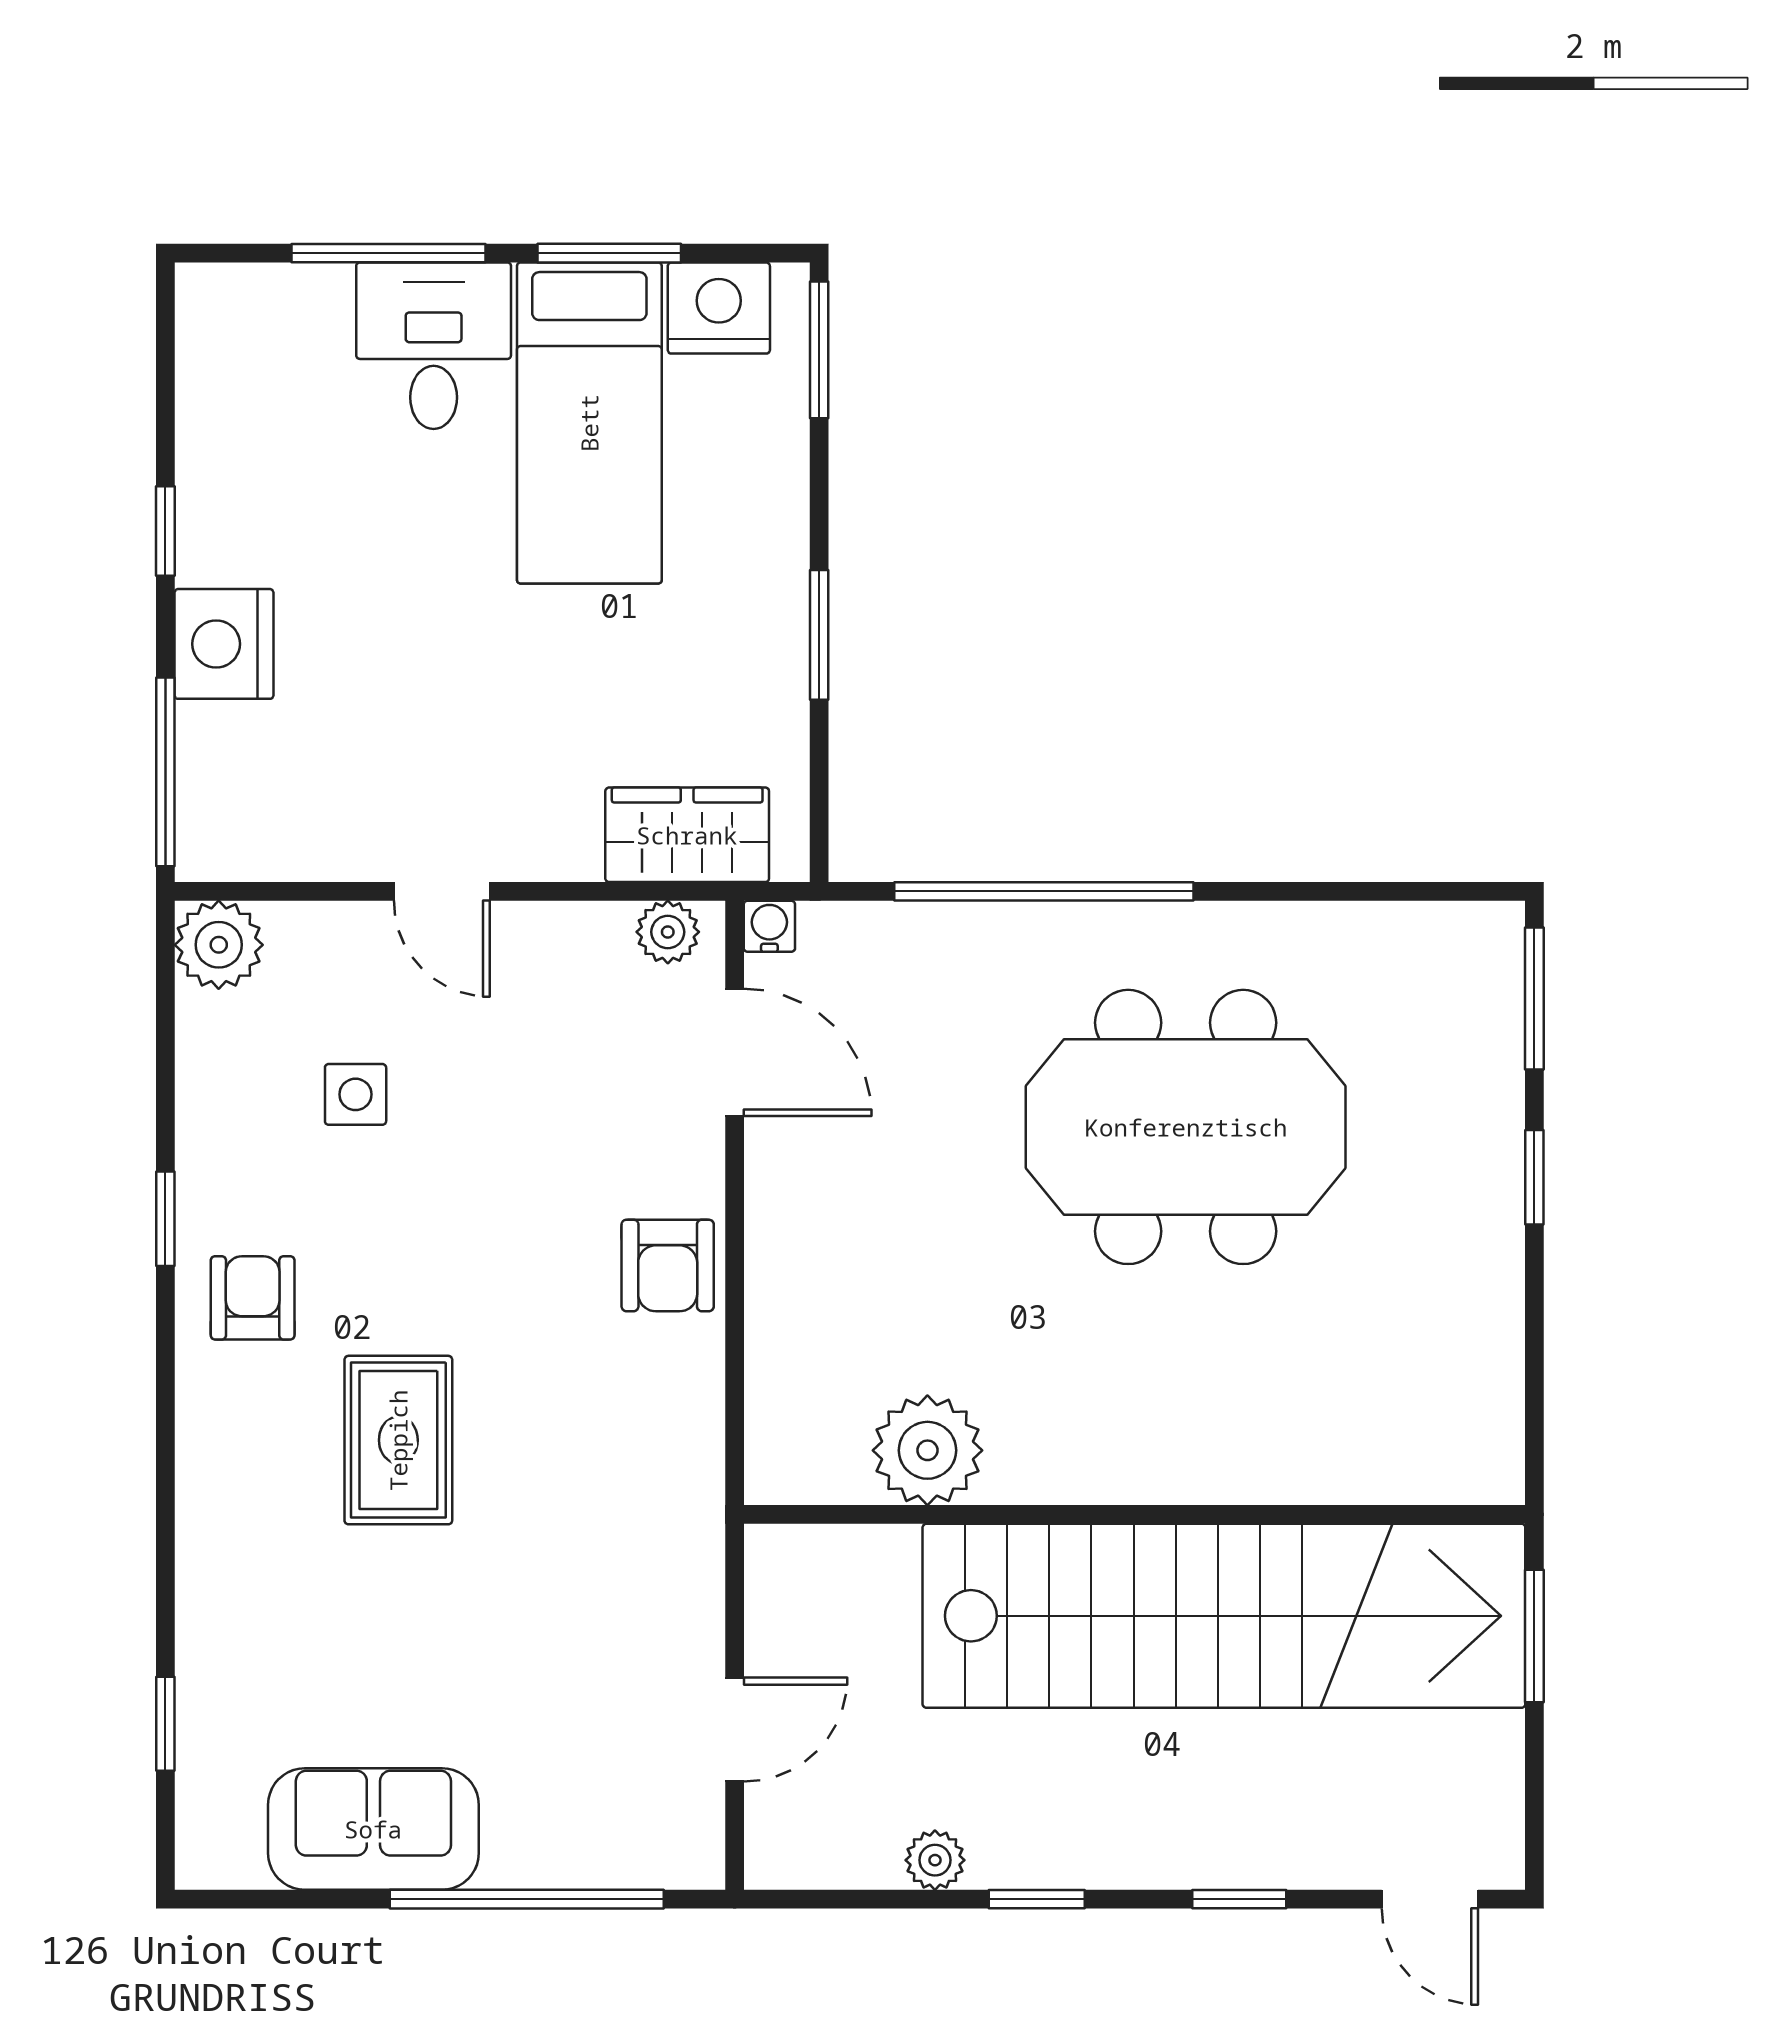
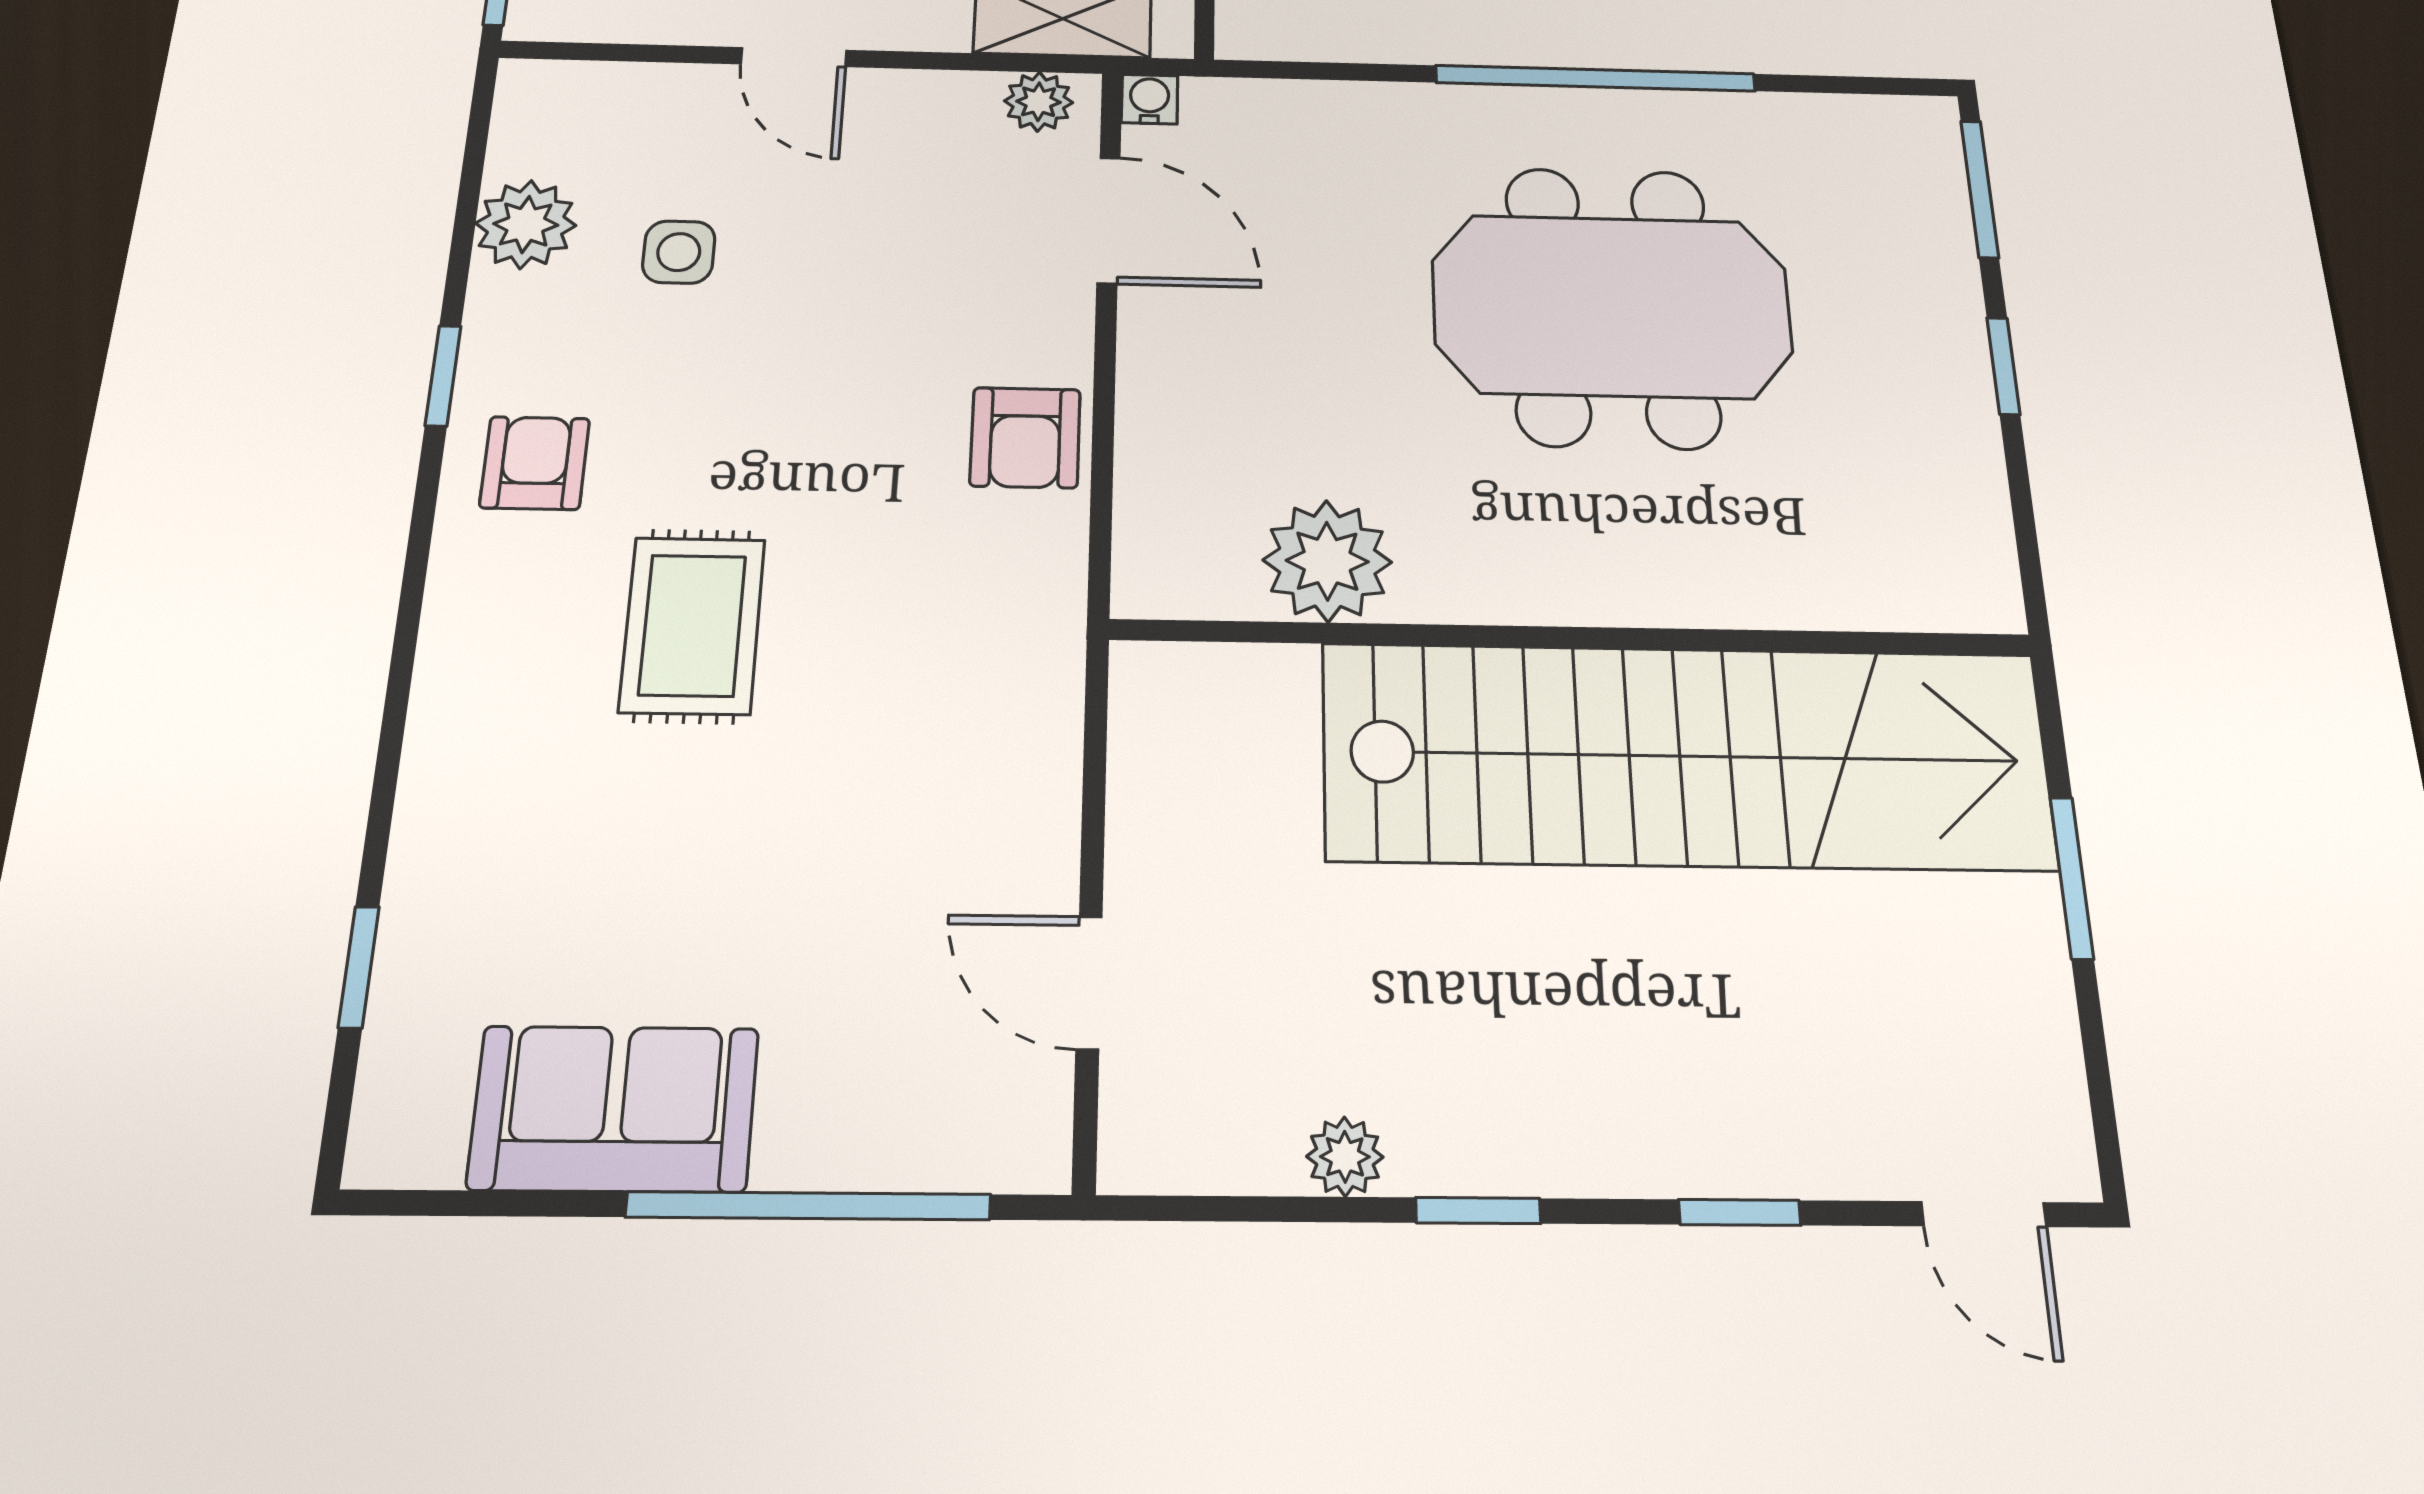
window: (1044, 891) -> (1596, 78), moved
plant: (219, 945) -> (526, 224), moved
plant: (927, 1450) -> (1327, 561), moved
wall: (1135, 1514) -> (1573, 637), moved
stairs: (1224, 1616) -> (1687, 756), moved
door: (735, 1730) -> (1089, 983), swing flipped

